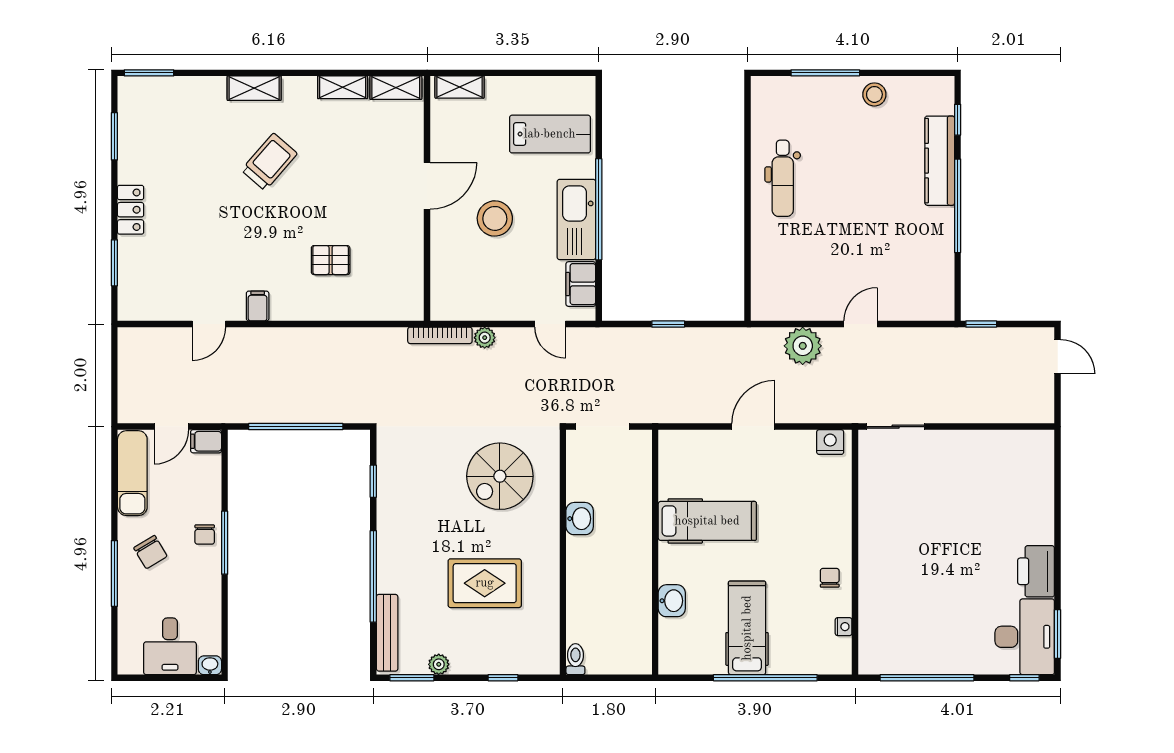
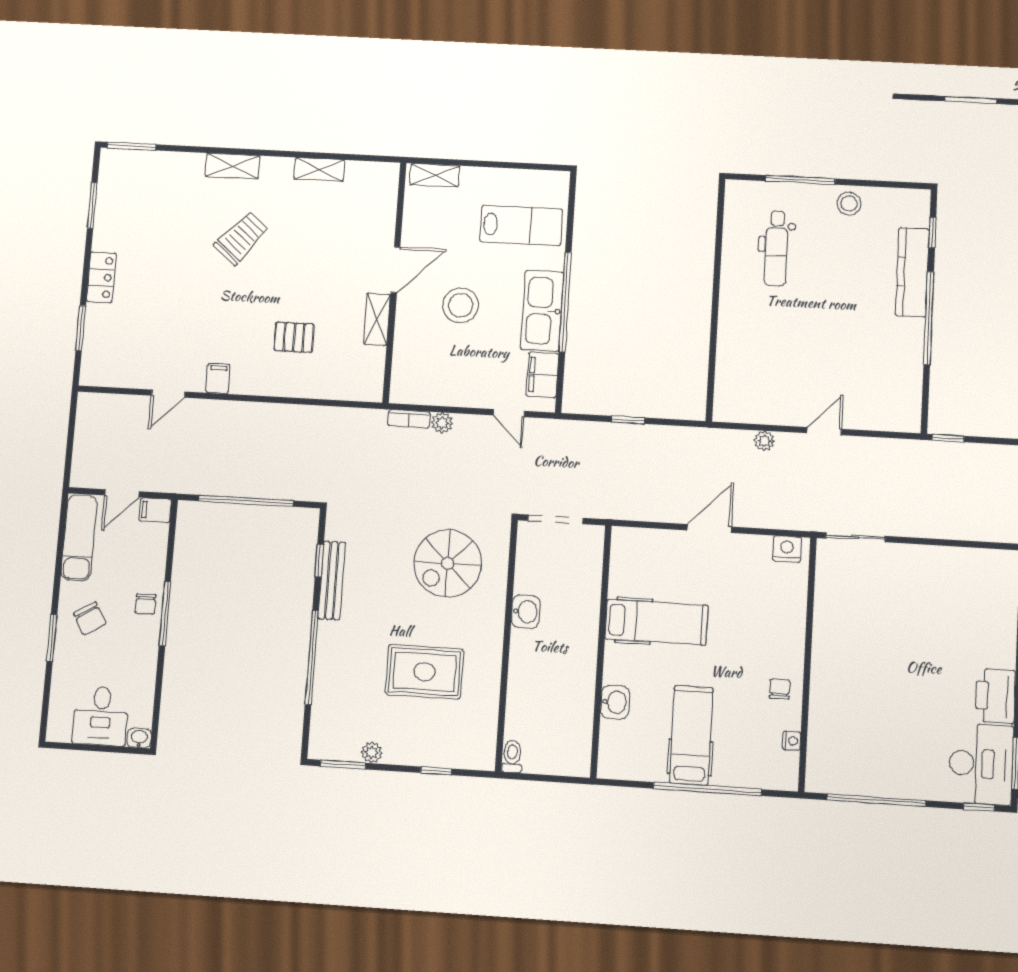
shelving: (396, 88) -> (377, 319), moved, turned 90
dental chair: (783, 178) -> (776, 248), moved
bookcase: (440, 335) -> (409, 419), width x0.64
plant: (803, 346) -> (764, 441), width x0.53, depth x0.53
window: (114, 573) -> (52, 638), width x0.69
bench: (387, 633) -> (332, 581), moved

